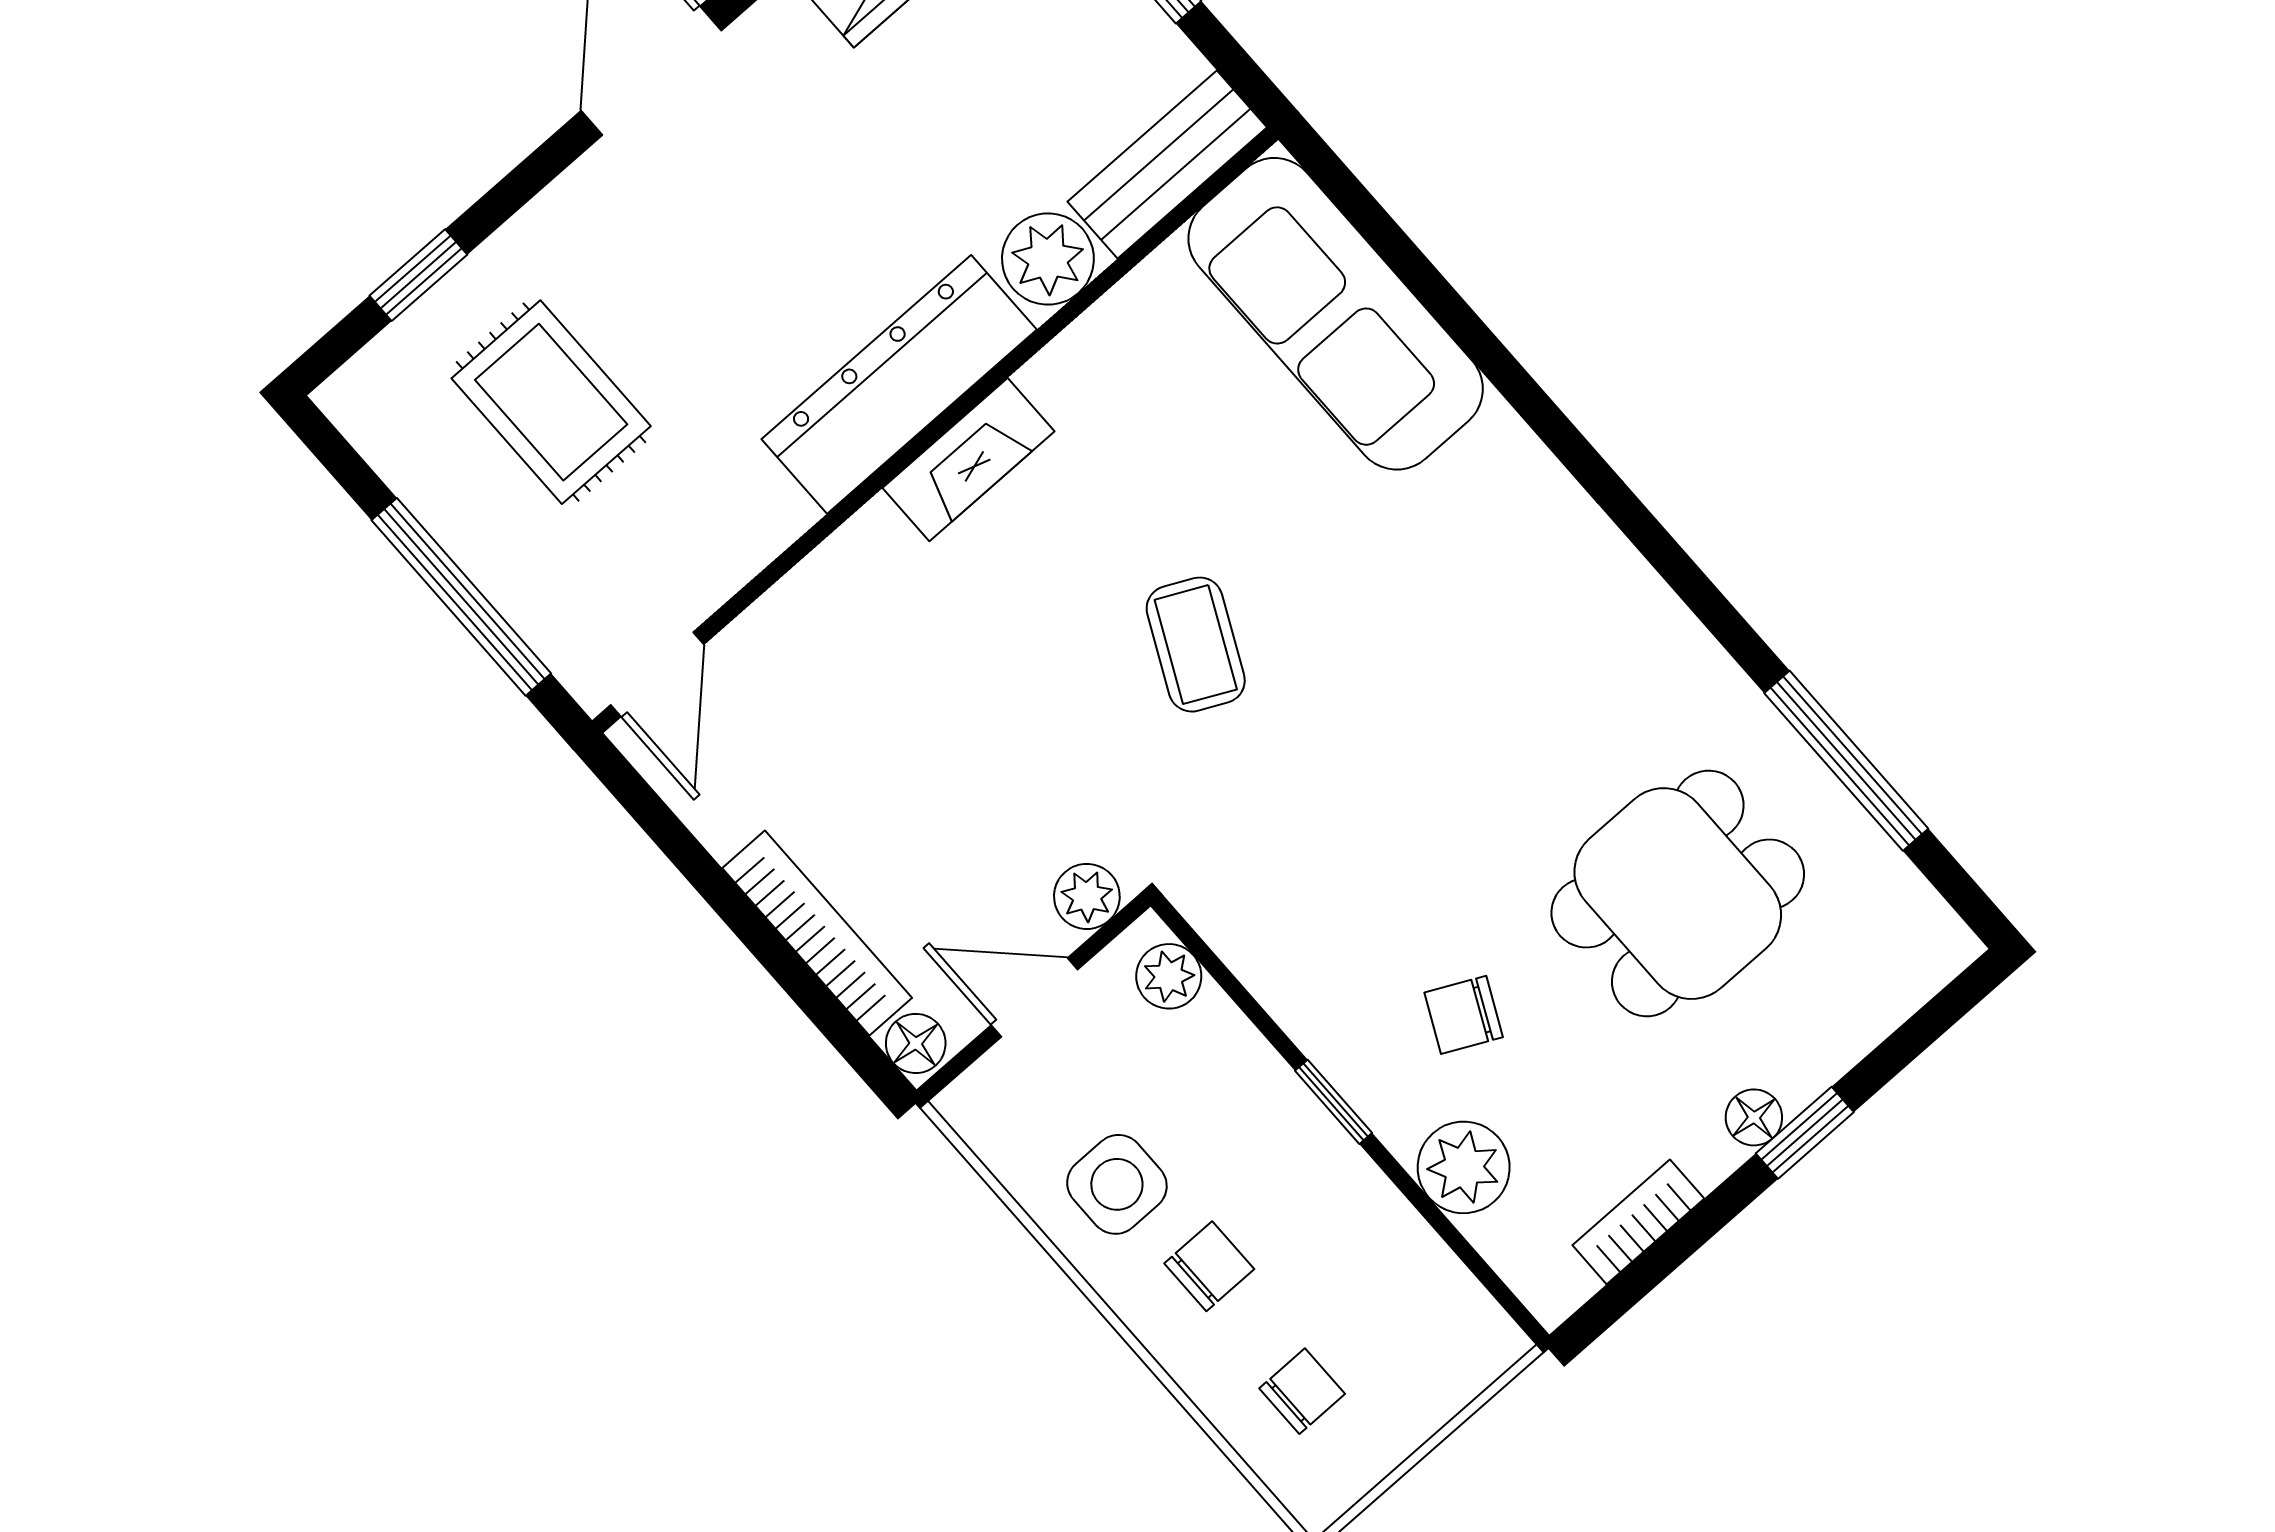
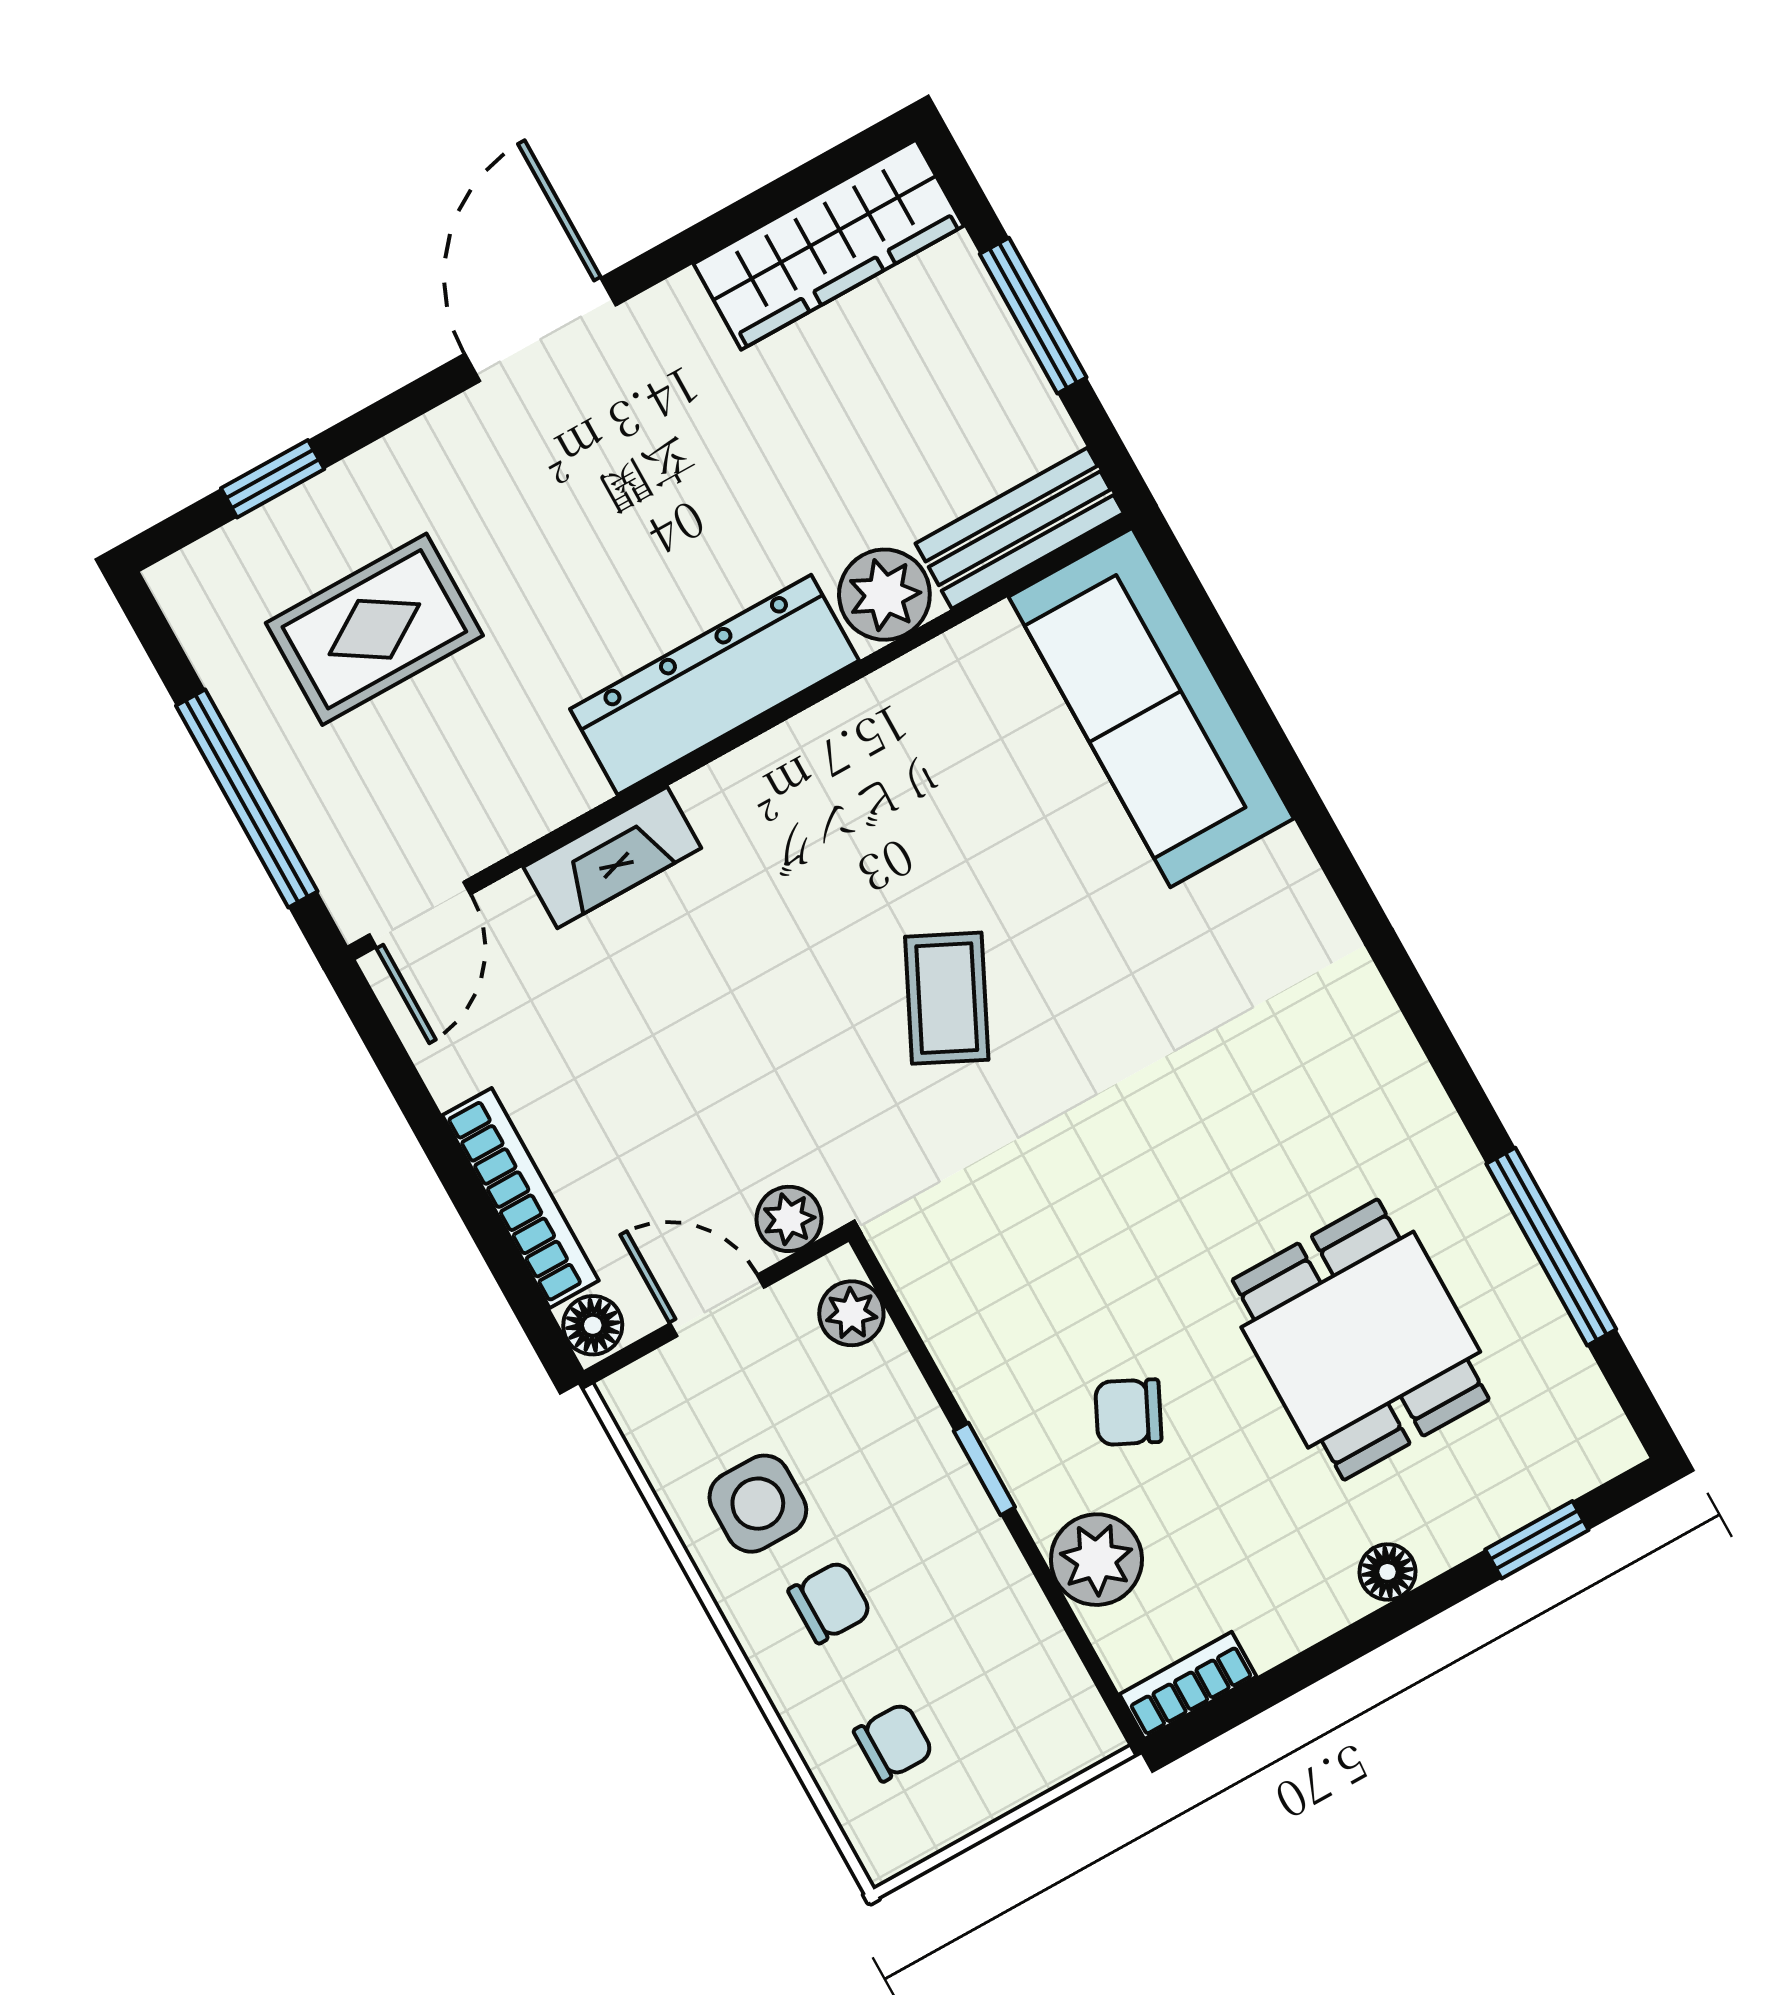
rug: (551, 402) -> (374, 629), turned 90
fireplace: (969, 460) -> (612, 857), moved
dining table: (1678, 894) -> (1361, 1340), turned 90
window: (1805, 1133) -> (1537, 1540), moved
bookcase: (1638, 1222) -> (1188, 1685), moved

